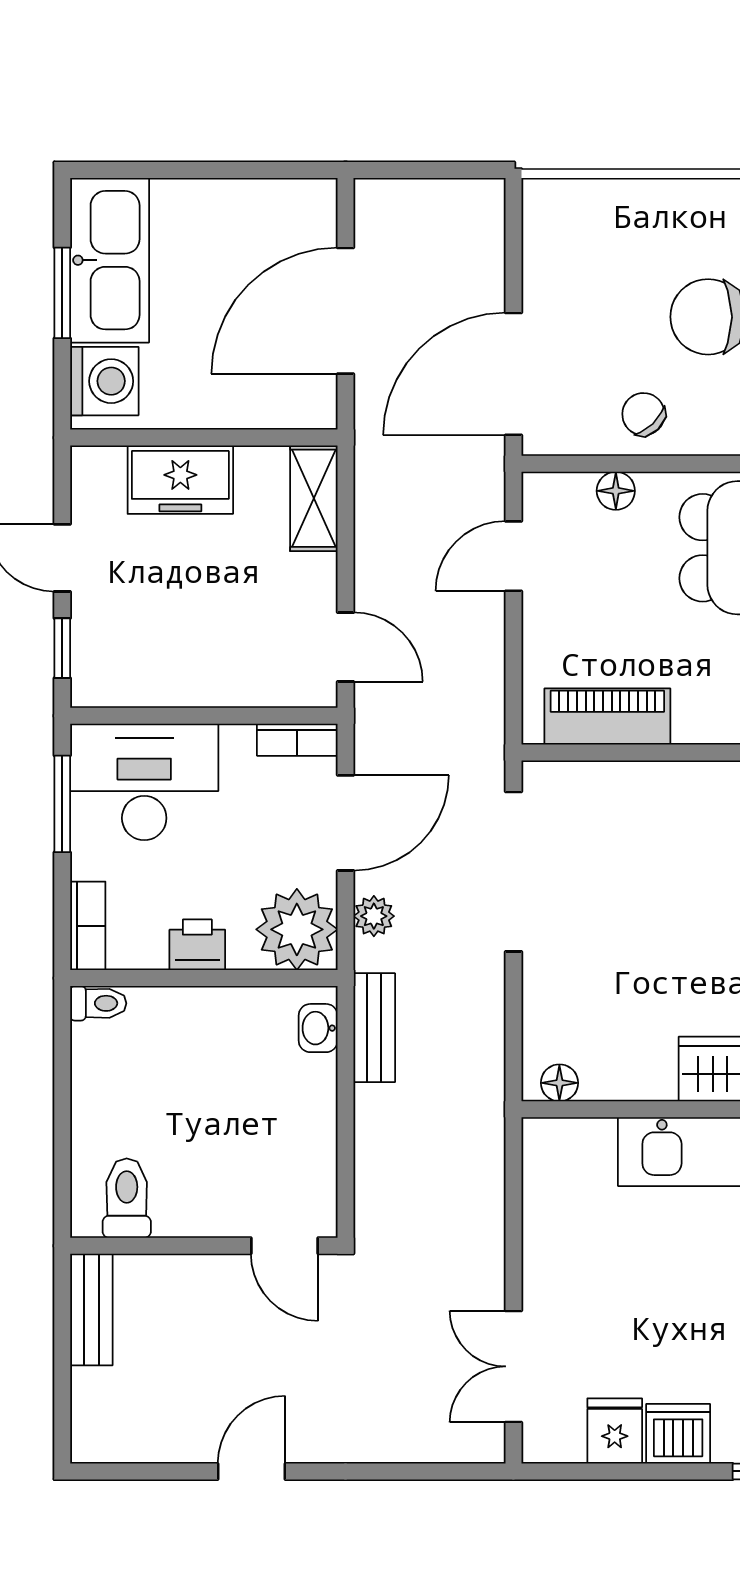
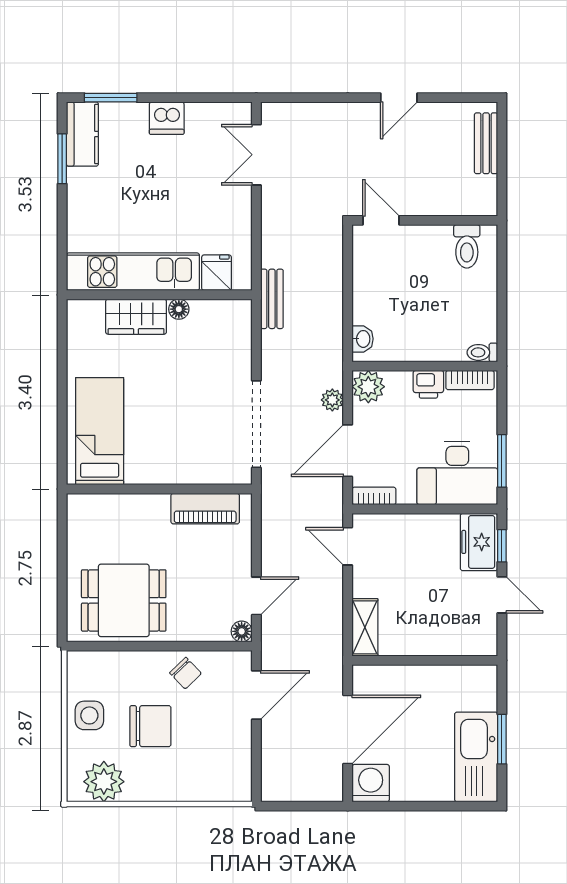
door: (513, 374) -> (256, 695), width x0.73
washing machine: (104, 381) -> (371, 783), moved, turned 90
freezer: (180, 480) -> (479, 542), moved, turned -90
floor lamp: (616, 491) -> (242, 631), moved
bookcase: (88, 926) -> (470, 380), moved, turned -90
plant: (297, 929) -> (368, 387), width x0.73, depth x0.73
bench: (374, 1028) -> (272, 299), moved
floor lamp: (559, 1083) -> (179, 309), moved
bench: (91, 1309) -> (486, 143), moved
double door: (513, 1366) -> (256, 155), swing flipped
fridge: (615, 1431) -> (217, 273), moved, turned 180

